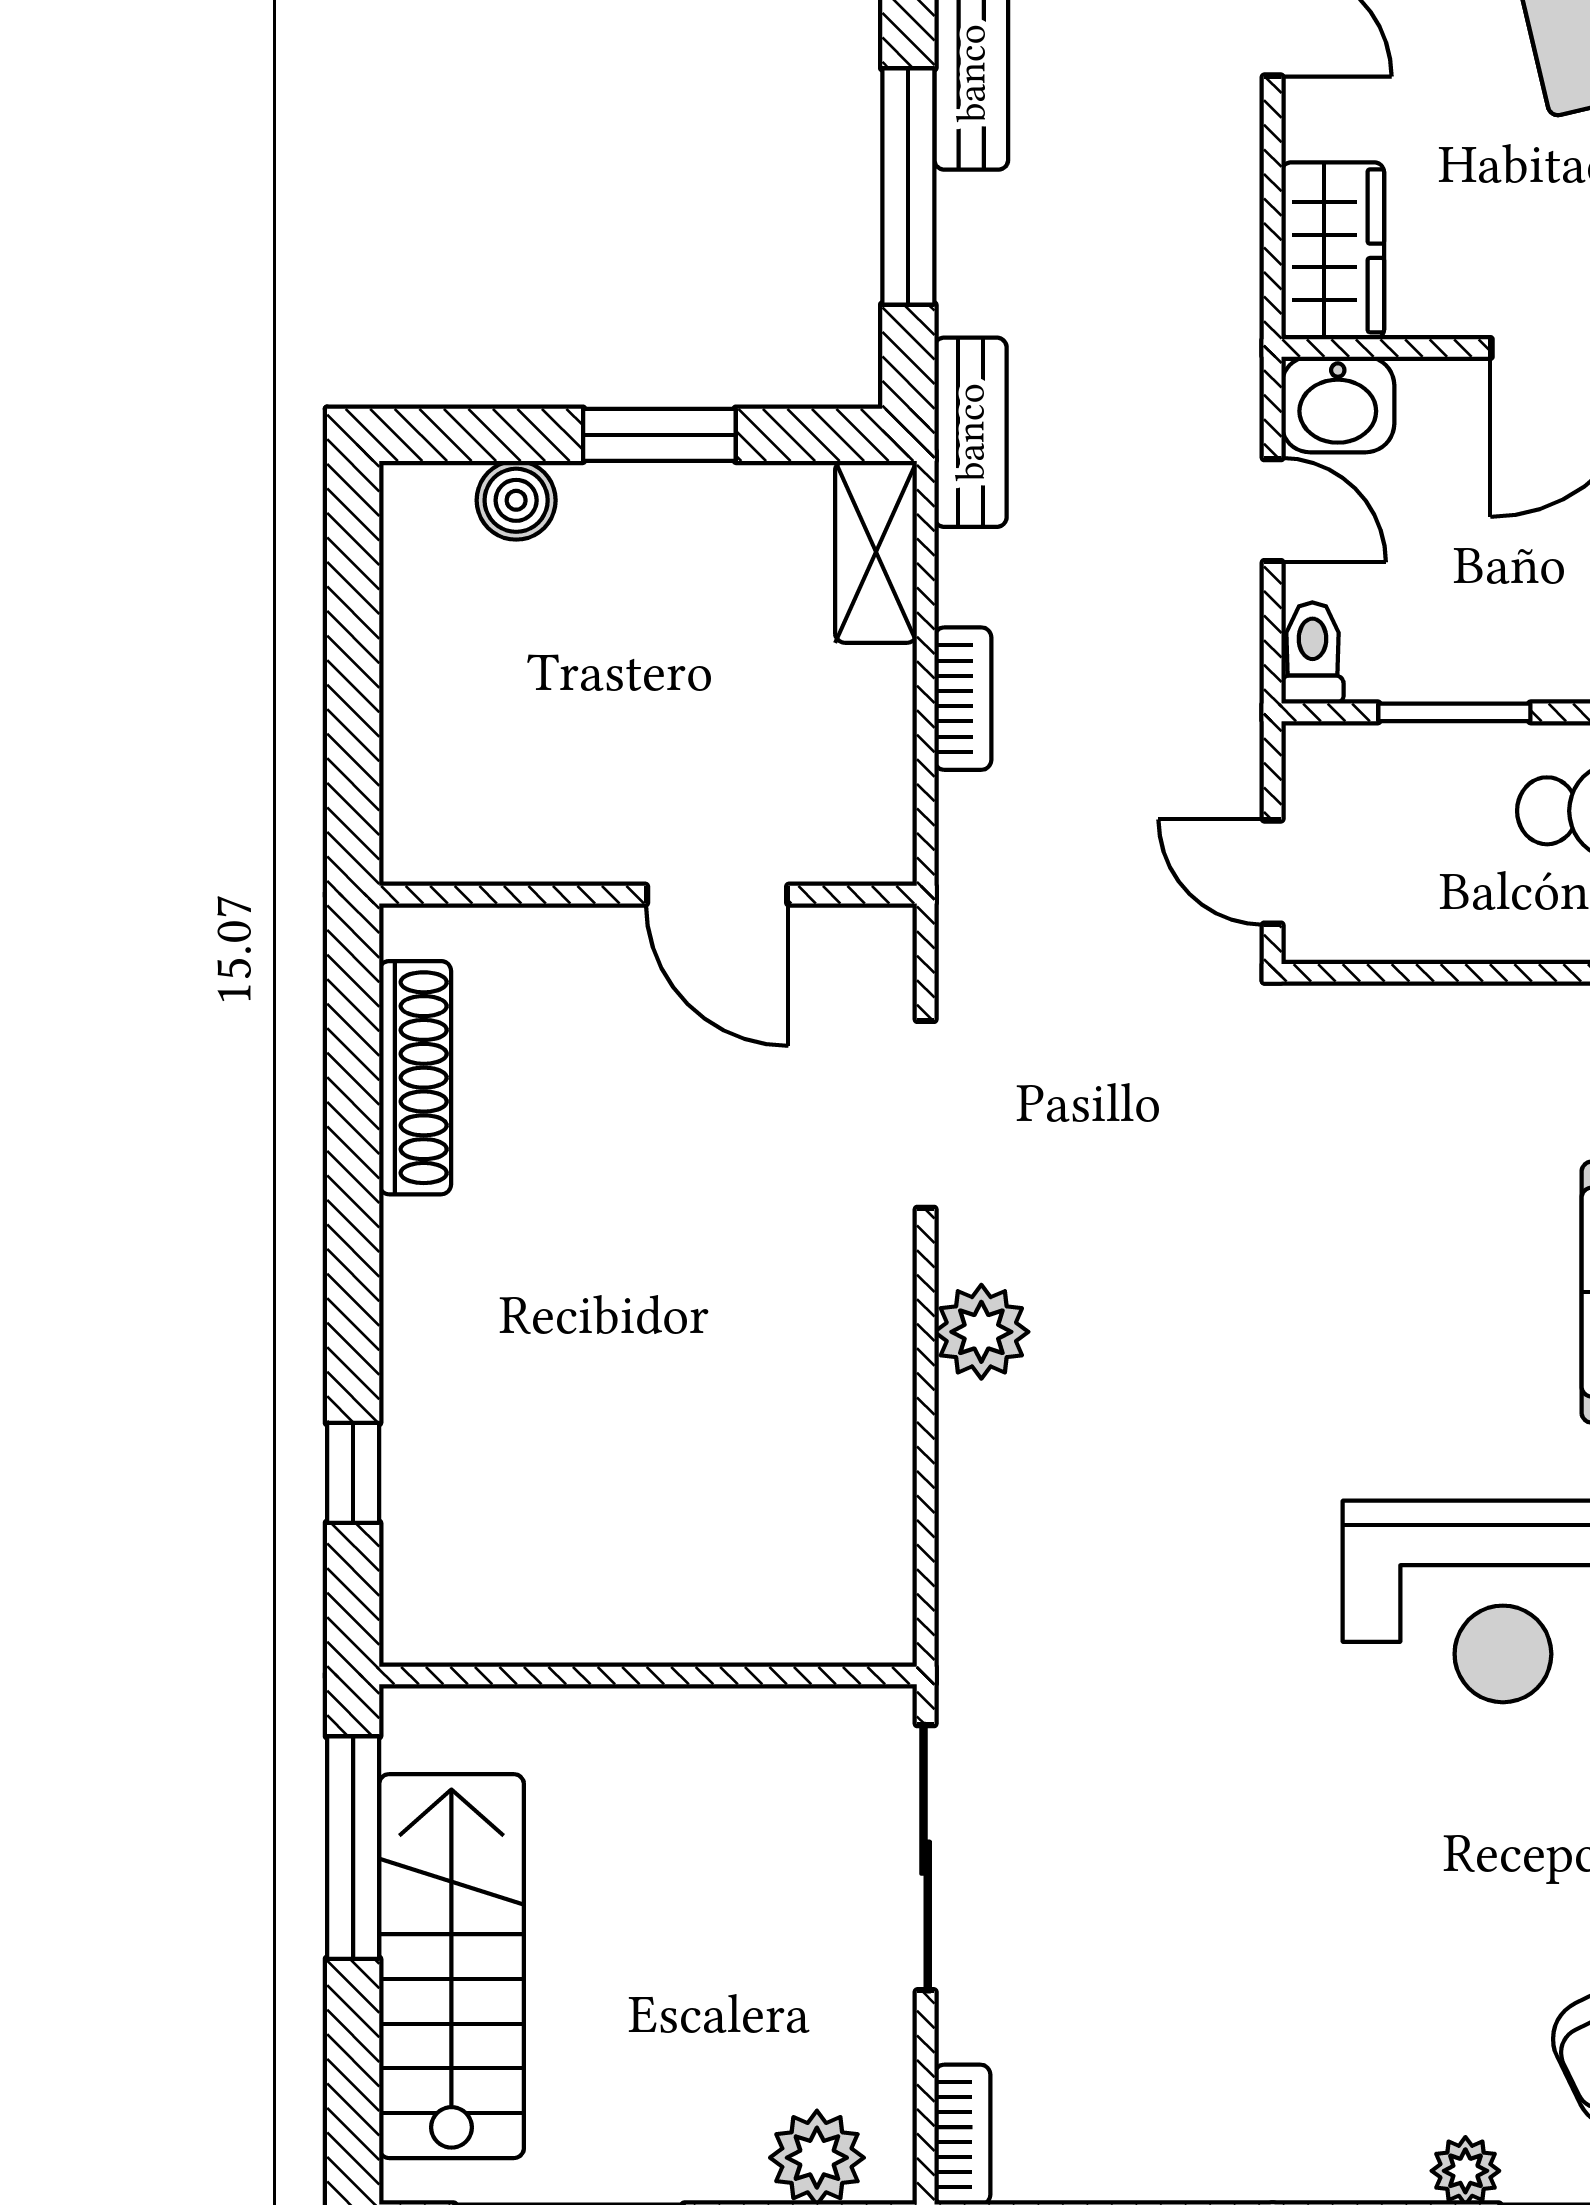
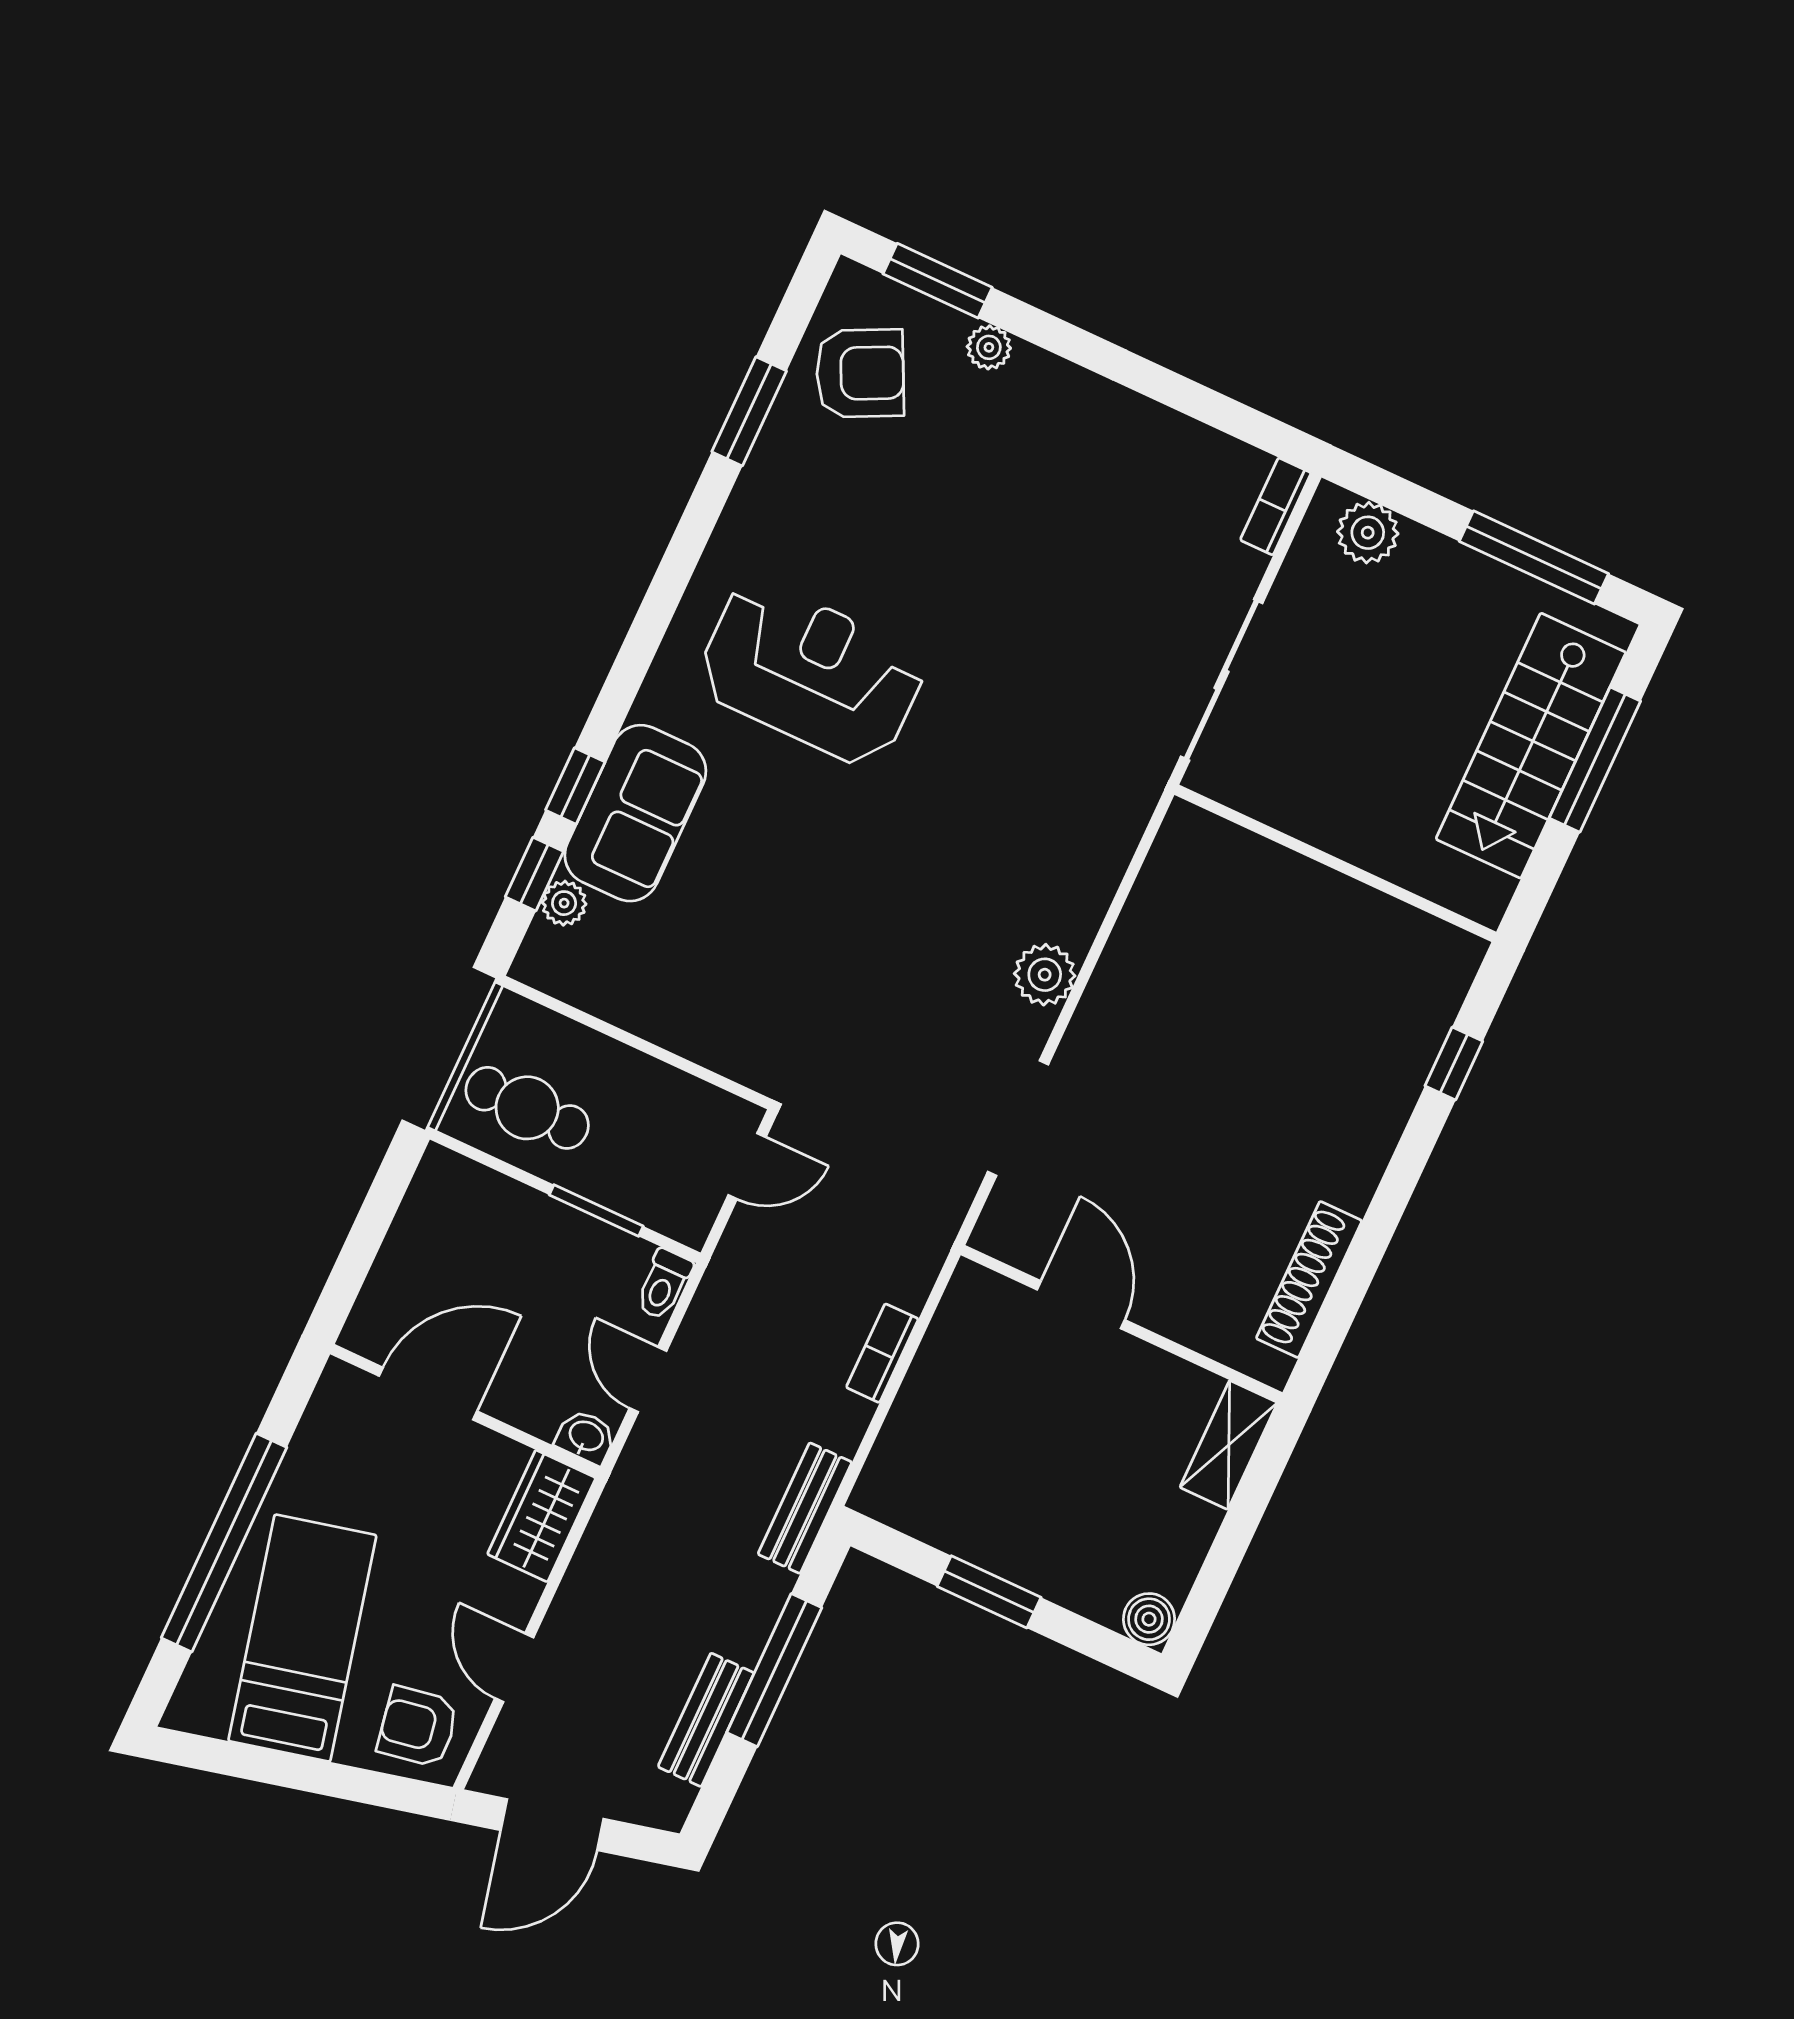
washbasin: (1338, 404) -> (586, 1437), width x0.72, depth x0.69
boiler: (516, 500) -> (1149, 1619), moved
shelving: (876, 552) -> (1229, 1445), moved
door: (1273, 872) -> (747, 1166), hinge flipped
window: (353, 1848) -> (1595, 760), moved

